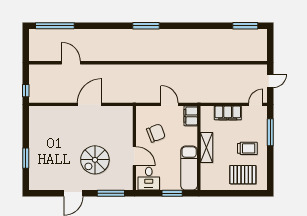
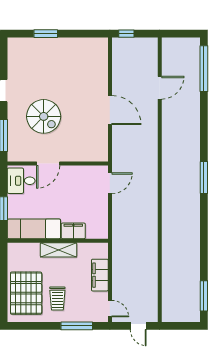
door: (170, 104) -> (110, 183), moved
filing cabinet: (191, 116) -> (73, 231), moved
chair: (156, 133) -> (76, 189), removed
spiral stairs: (95, 160) -> (44, 116), turned 180
pallet: (243, 175) -> (26, 293), width x1.37, depth x1.41

